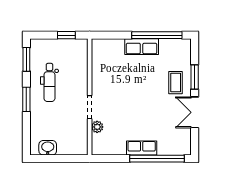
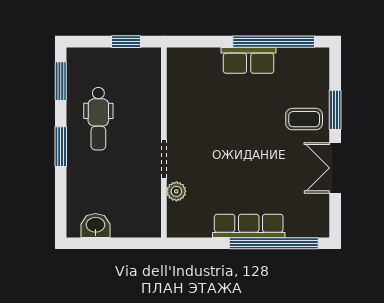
coffee table: (176, 83) -> (304, 119), turned 90
row of seats: (142, 148) -> (249, 226), width x1.48

